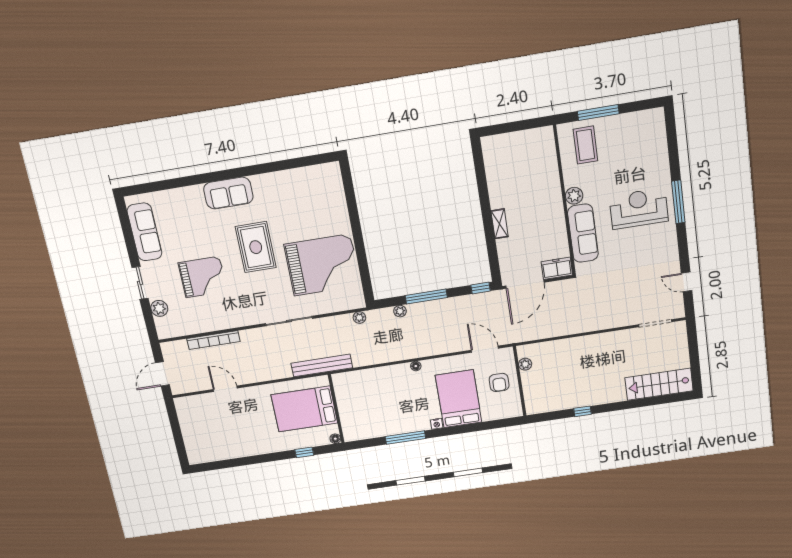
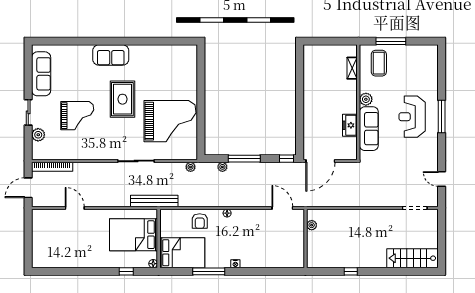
reception desk: (639, 209) -> (412, 117), turned -90
shelving: (500, 224) -> (352, 68), moved
freezer: (557, 268) -> (350, 125), moved, turned -90
bookcase: (213, 340) -> (52, 167), moved
armchair: (499, 382) -> (200, 221), moved
bed: (459, 399) -> (182, 253), moved, turned 90

